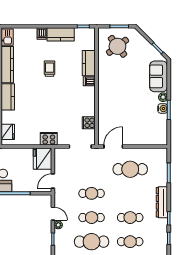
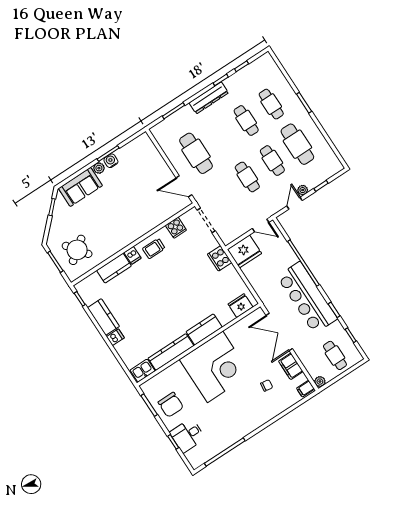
trolley: (50, 69) -> (154, 249), moved

